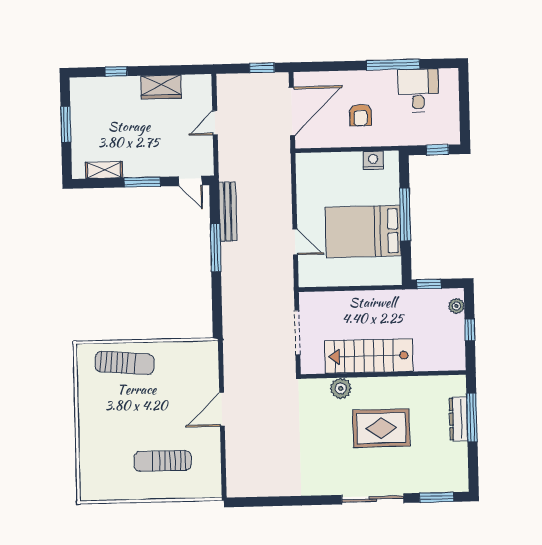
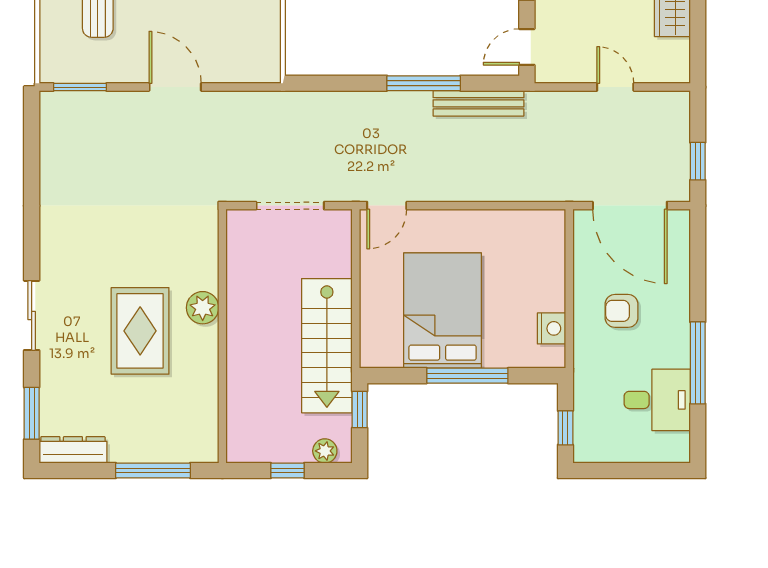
door: (295, 242) -> (387, 206), moved
stairs: (369, 356) -> (327, 346), moved, turned 180
plant: (341, 388) -> (203, 308), moved
dresser: (458, 419) -> (73, 450), moved
window: (224, 471) -> (80, 87), added
sliding door: (373, 499) -> (32, 315), width x0.73

